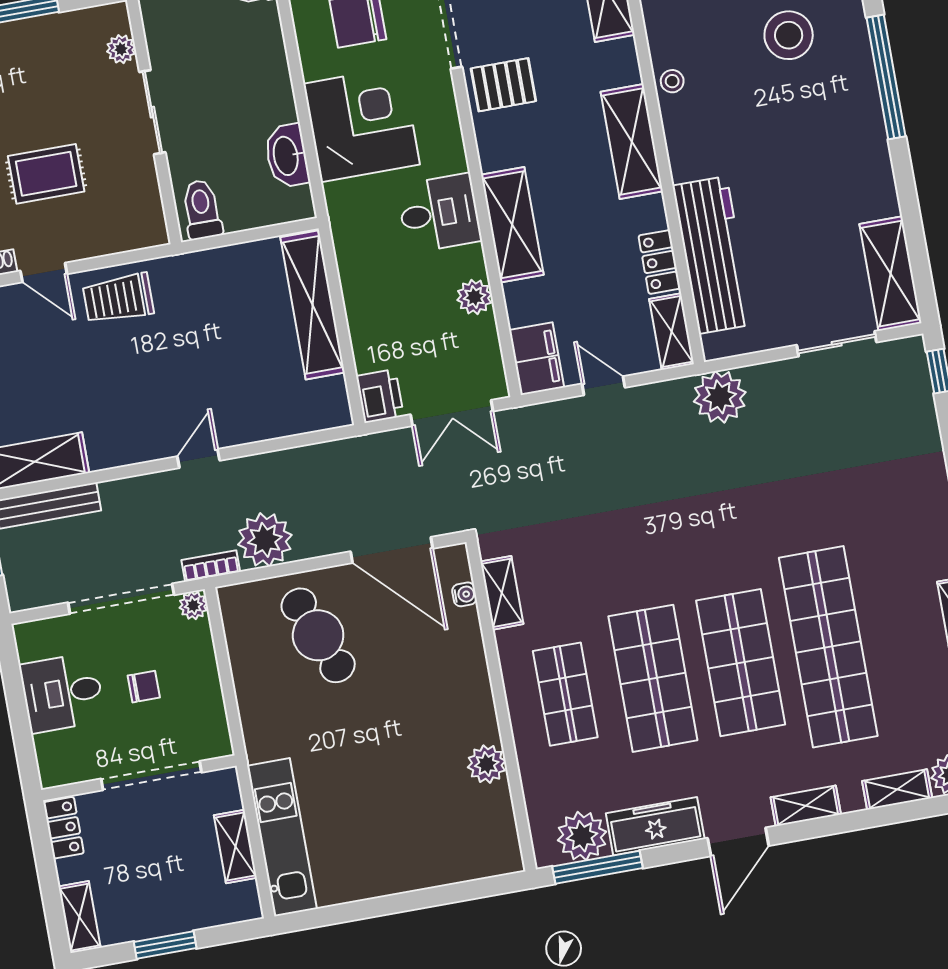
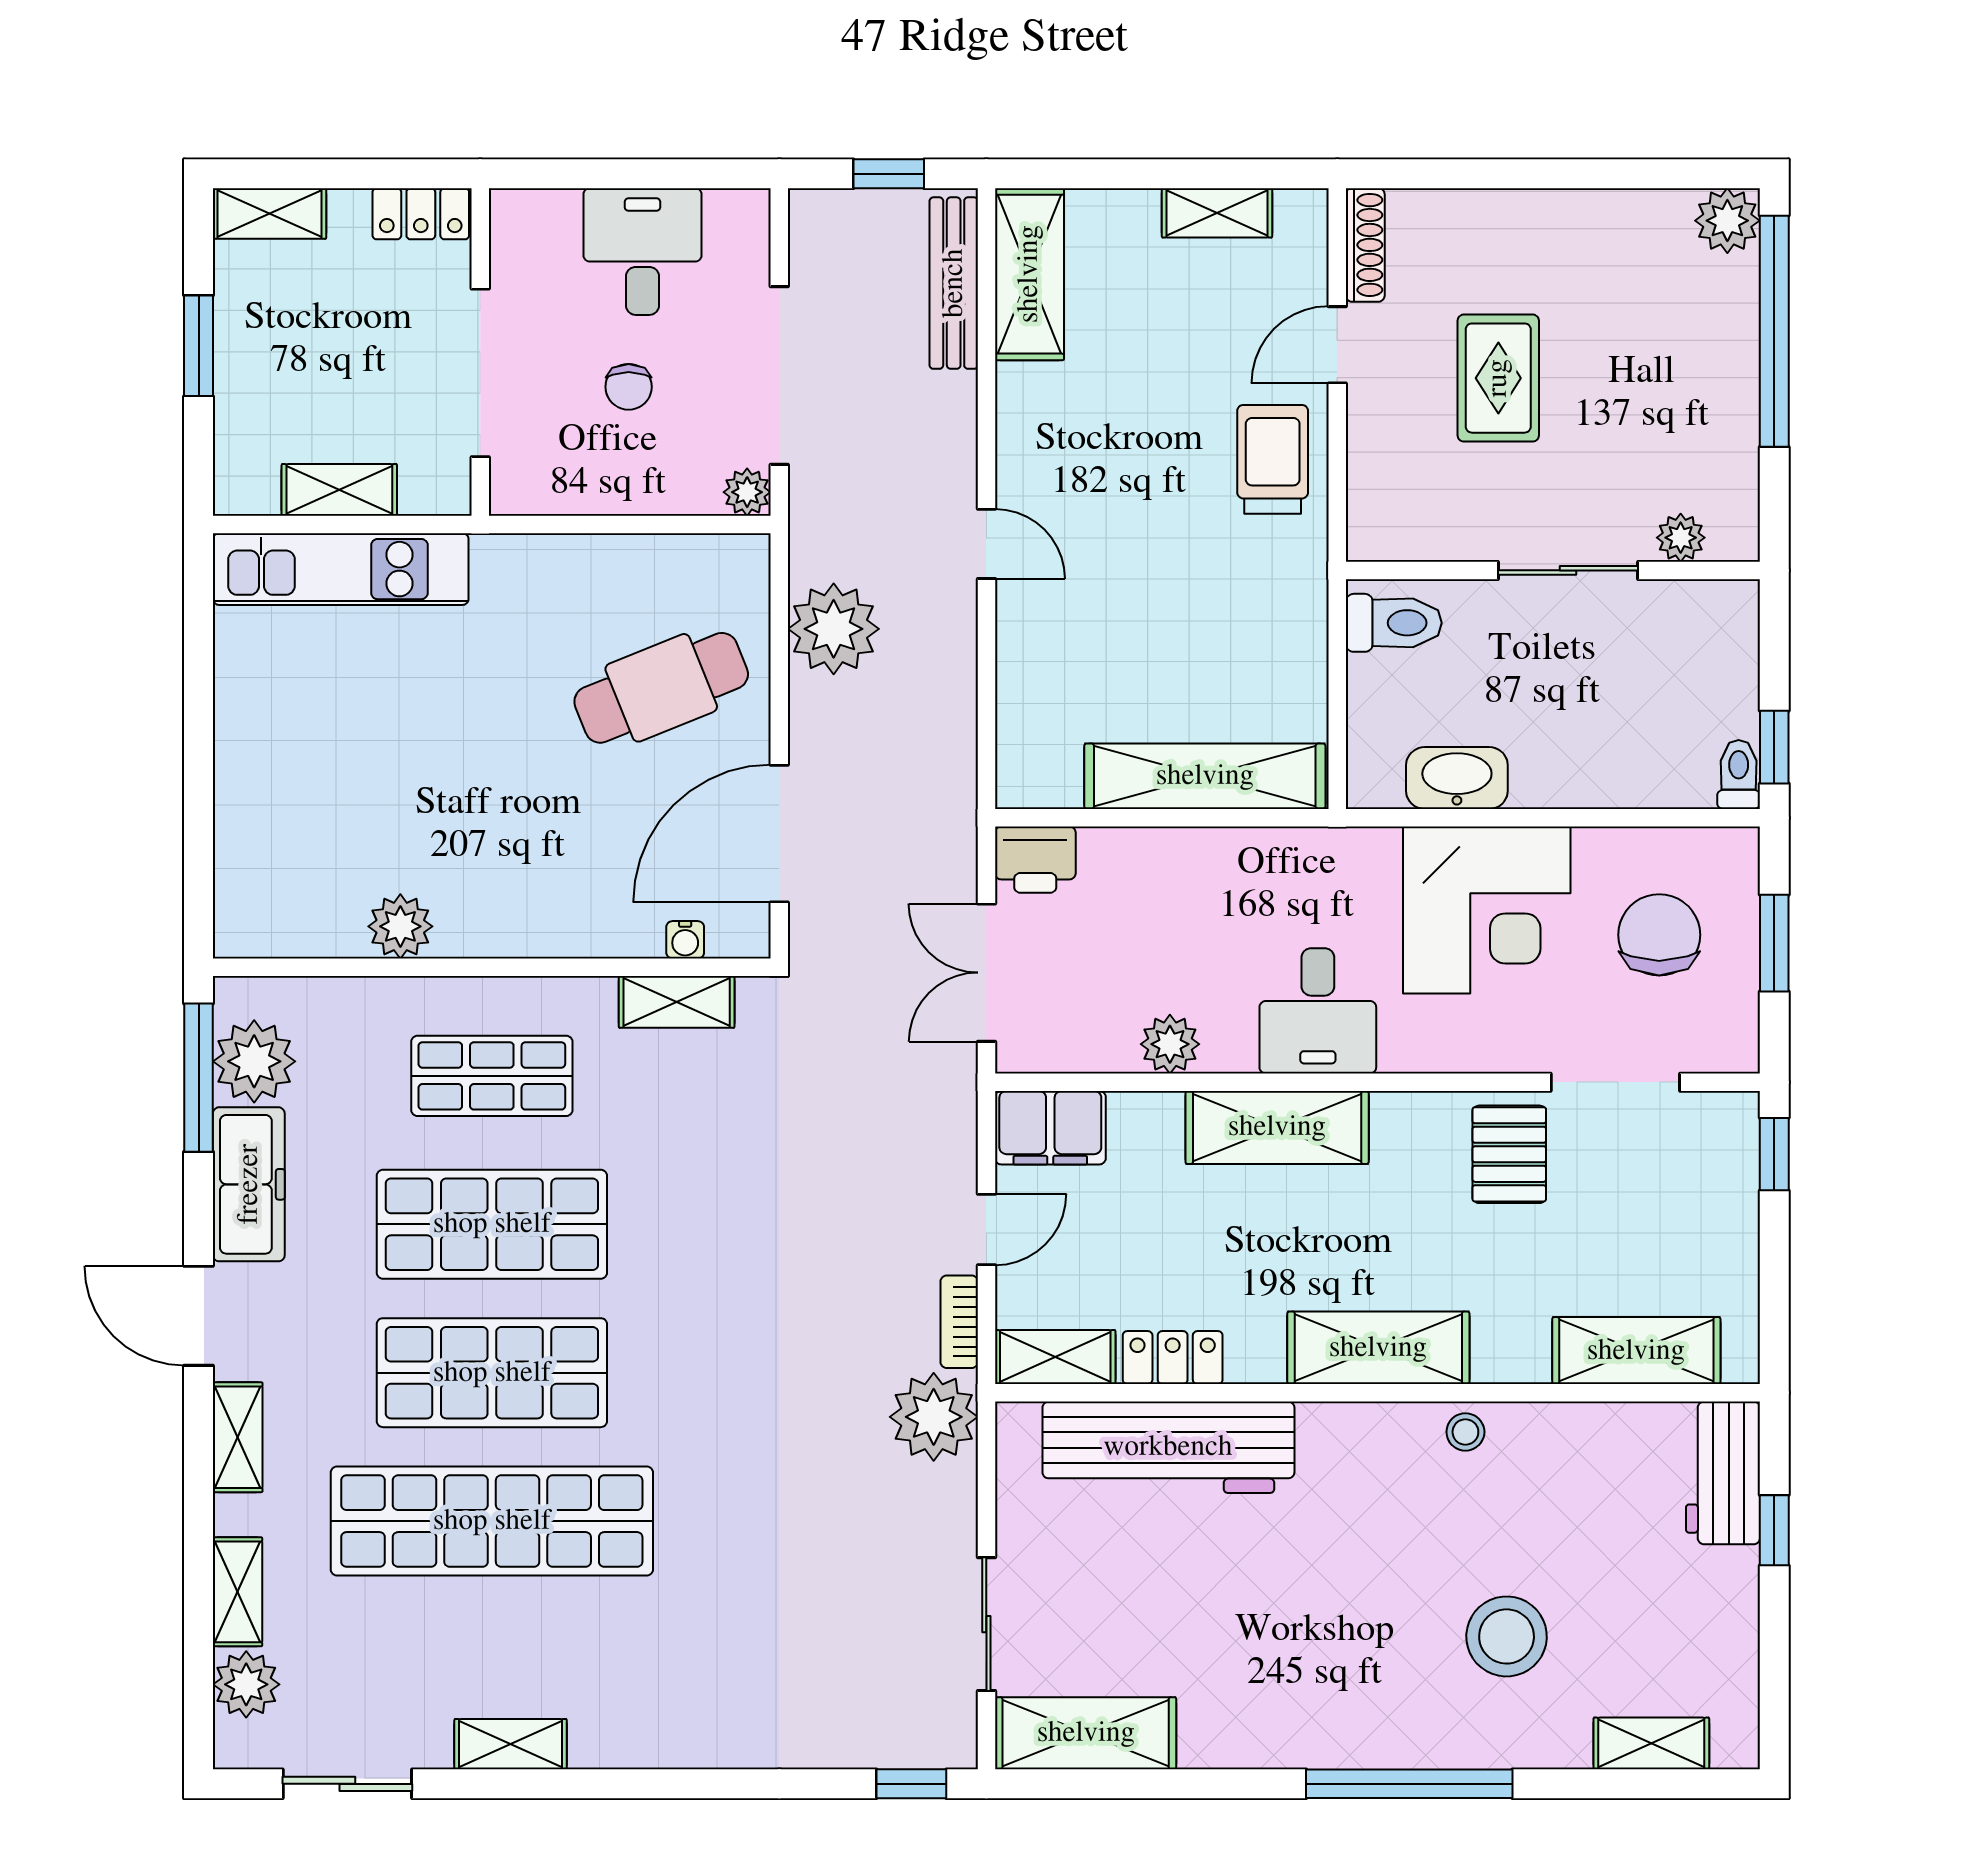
bookcase: (211, 566) -> (959, 1322), moved, turned 180

